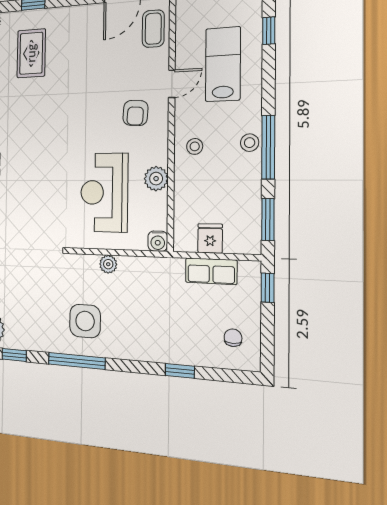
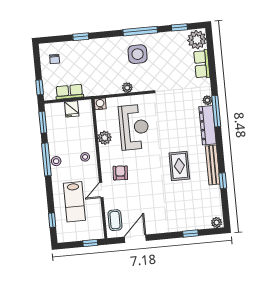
rug: (31, 53) -> (179, 166), moved

